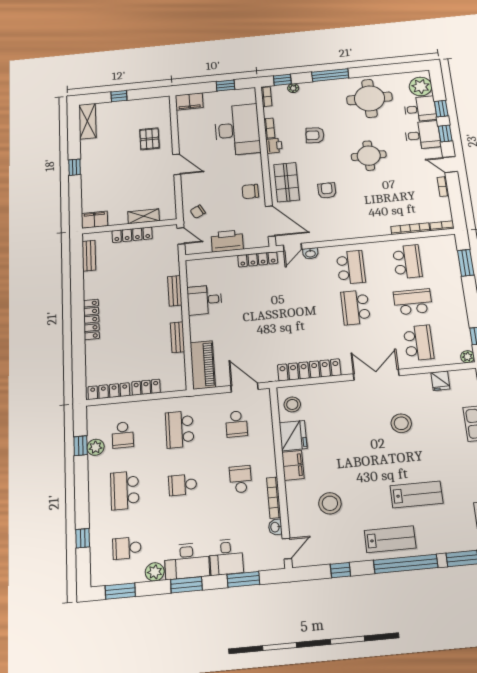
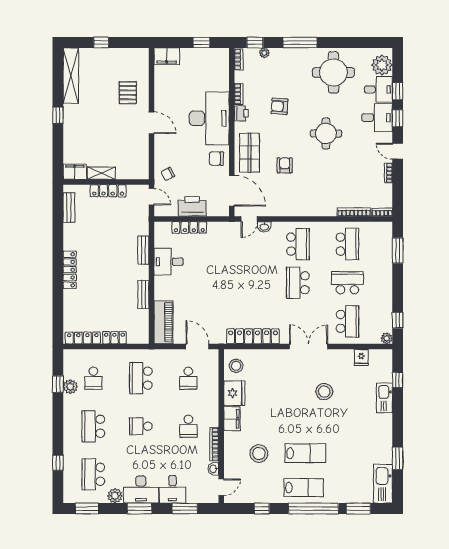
shelving: (87, 121) -> (71, 76), width x1.47
desk: (237, 130) -> (209, 118), moved
shelving: (144, 216) -> (101, 173), moved
locker: (258, 259) -> (189, 227), moved
school desk: (241, 479) -> (188, 426), turned 180
lab bench: (417, 494) -> (305, 453), moved
school desk: (127, 548) -> (93, 474), width x1.85

